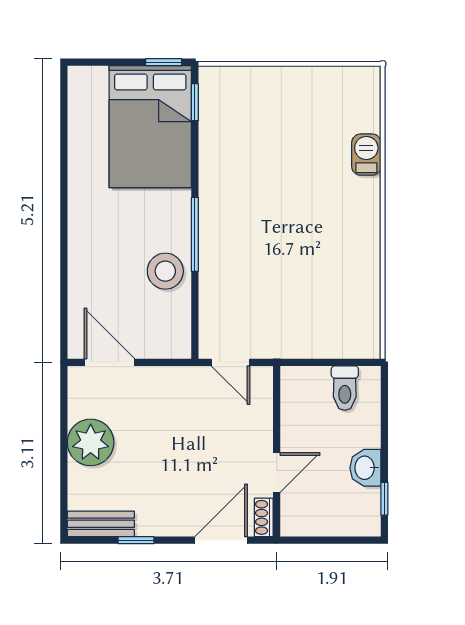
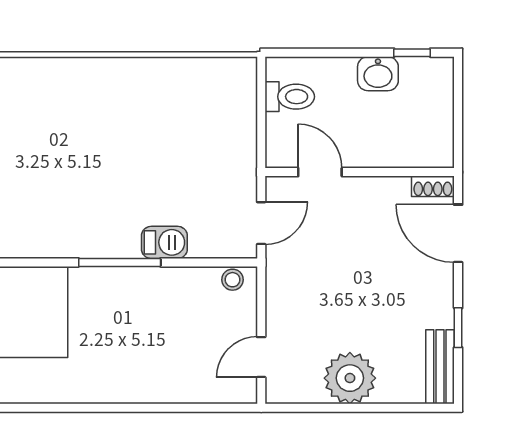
barbecue: (366, 155) -> (164, 242), moved, turned 180
stool: (165, 271) -> (233, 280), moved, width x0.53, depth x0.53
door: (110, 362) -> (261, 357), width x0.73
door: (277, 473) -> (320, 172), moved

